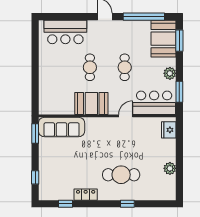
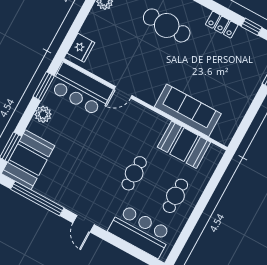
cafe table: (125, 67) -> (175, 196), moved
booth: (91, 103) -> (184, 145), moved
sofa: (62, 127) -> (188, 110), moved
window: (35, 134) -> (242, 130), removed

